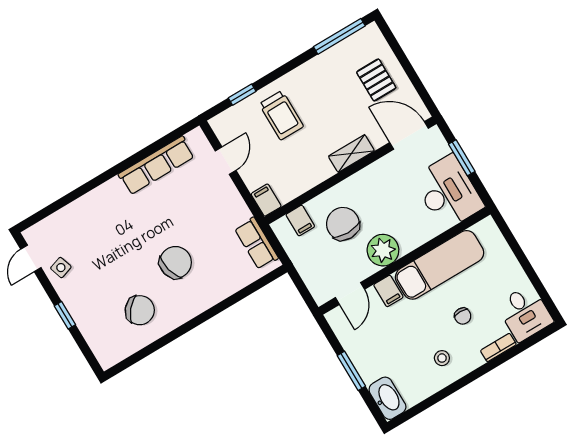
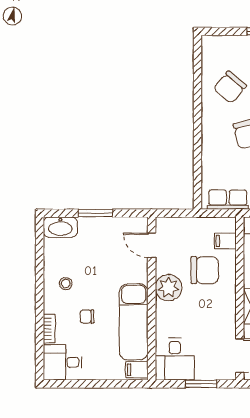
desk: (448, 192) -> (175, 359), width x0.73
filing cabinet: (388, 291) -> (137, 370), moved

